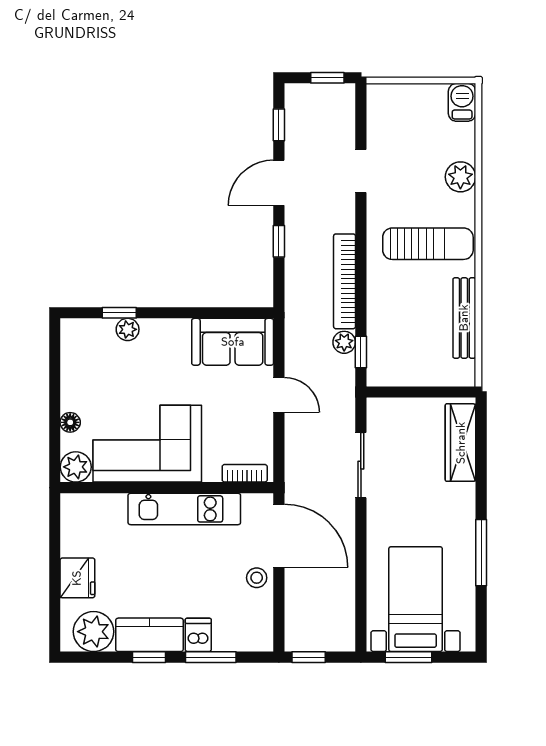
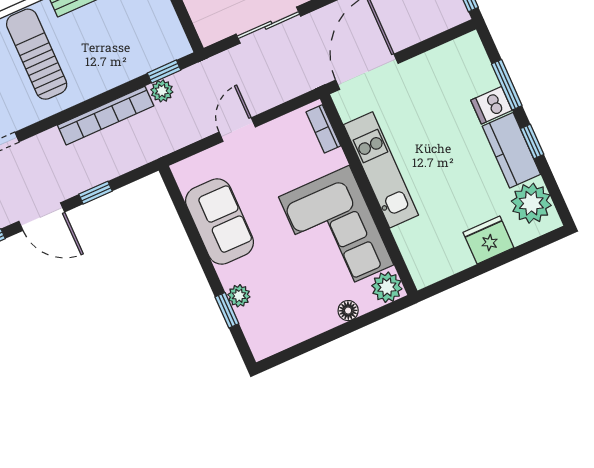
sofa: (233, 342) -> (219, 222), moved
stool: (257, 578) -> (415, 75), removed

